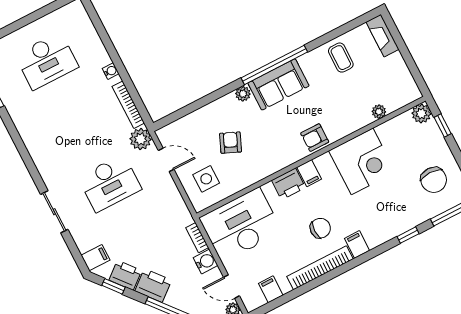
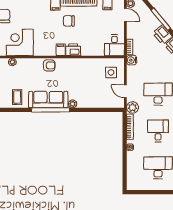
sofa: (278, 84) -> (48, 100), width x1.36
desk: (78, 122) -> (158, 131), added
armchair: (231, 143) -> (91, 84), removed
corner desk: (362, 161) -> (20, 42), moved
desk: (241, 225) -> (114, 45), width x0.53, depth x0.77
water cooler: (206, 261) -> (132, 60), moved

